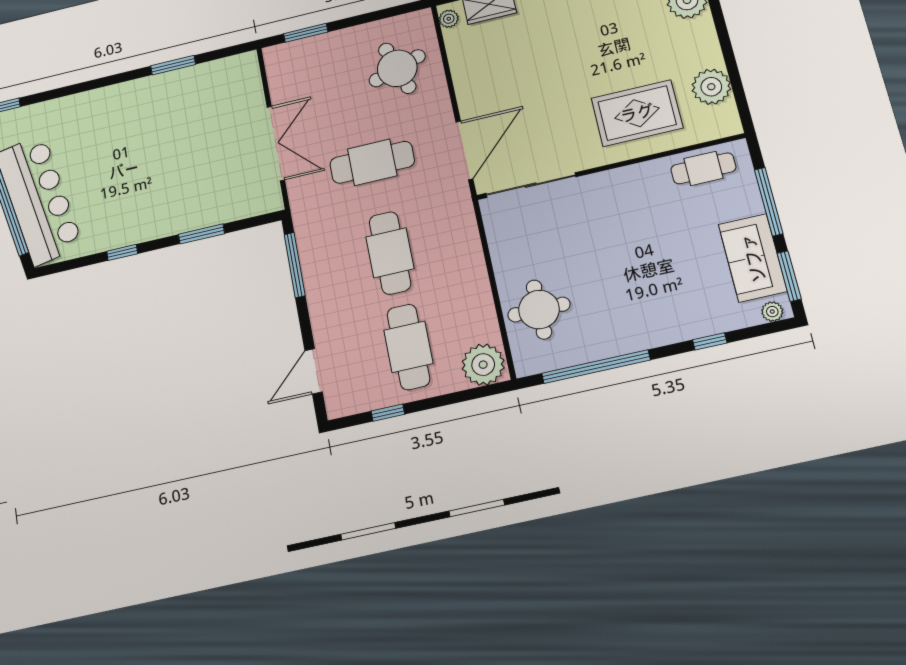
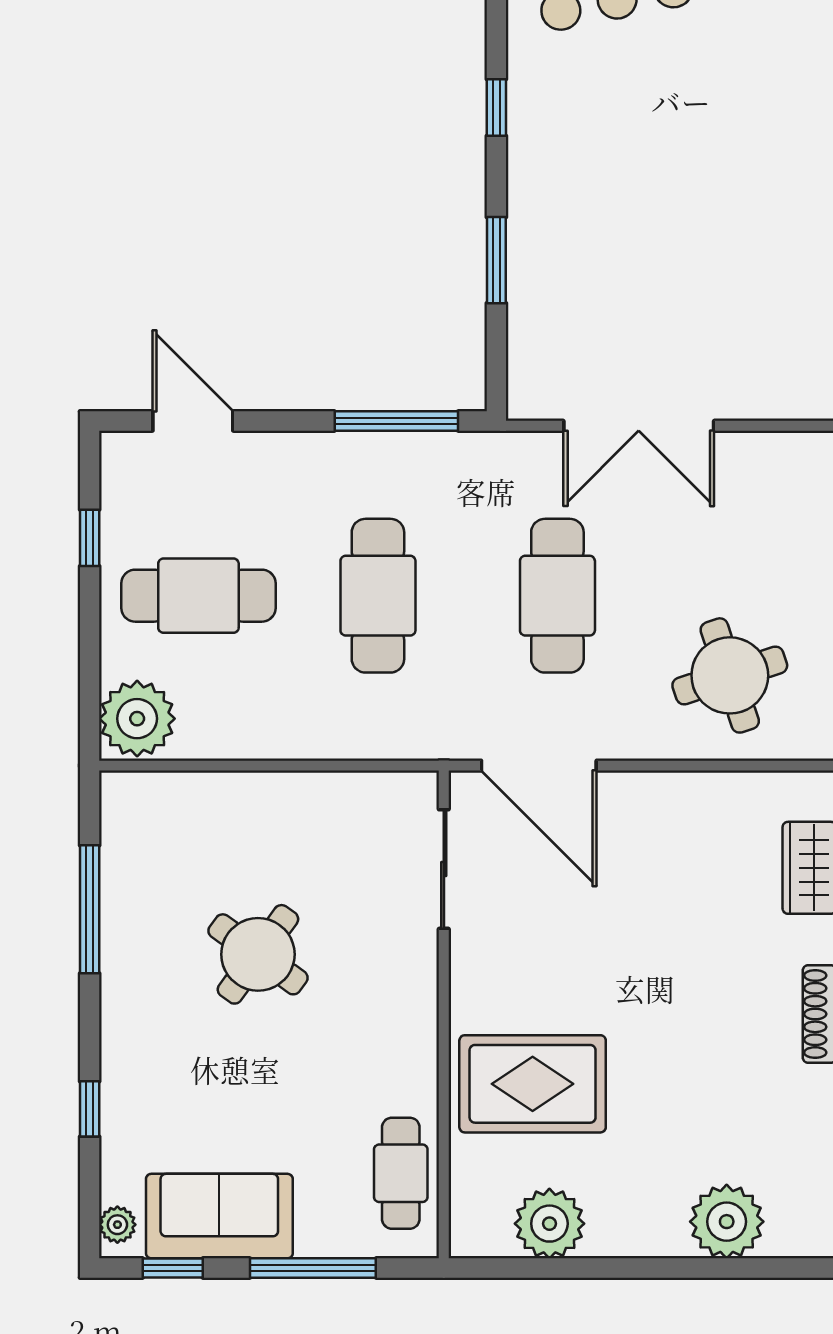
plant: (449, 19) -> (804, 789), removed
rug: (637, 113) -> (533, 1084), turned 90
sliding door: (531, 185) -> (444, 869), width x0.73
cafe table: (390, 253) -> (378, 596), turned 90
window: (789, 276) -> (173, 1268), width x0.67
round table: (539, 310) -> (258, 954), moved, turned 36
window: (596, 367) -> (90, 909), width x0.68

